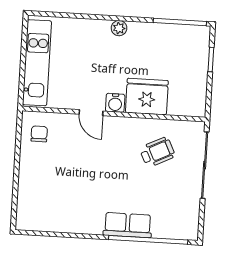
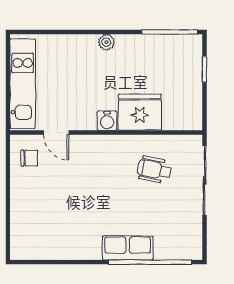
door: (91, 113) -> (56, 132), moved
chair: (39, 134) -> (29, 158), turned 90
wheelchair: (157, 152) -> (154, 170), turned -143

